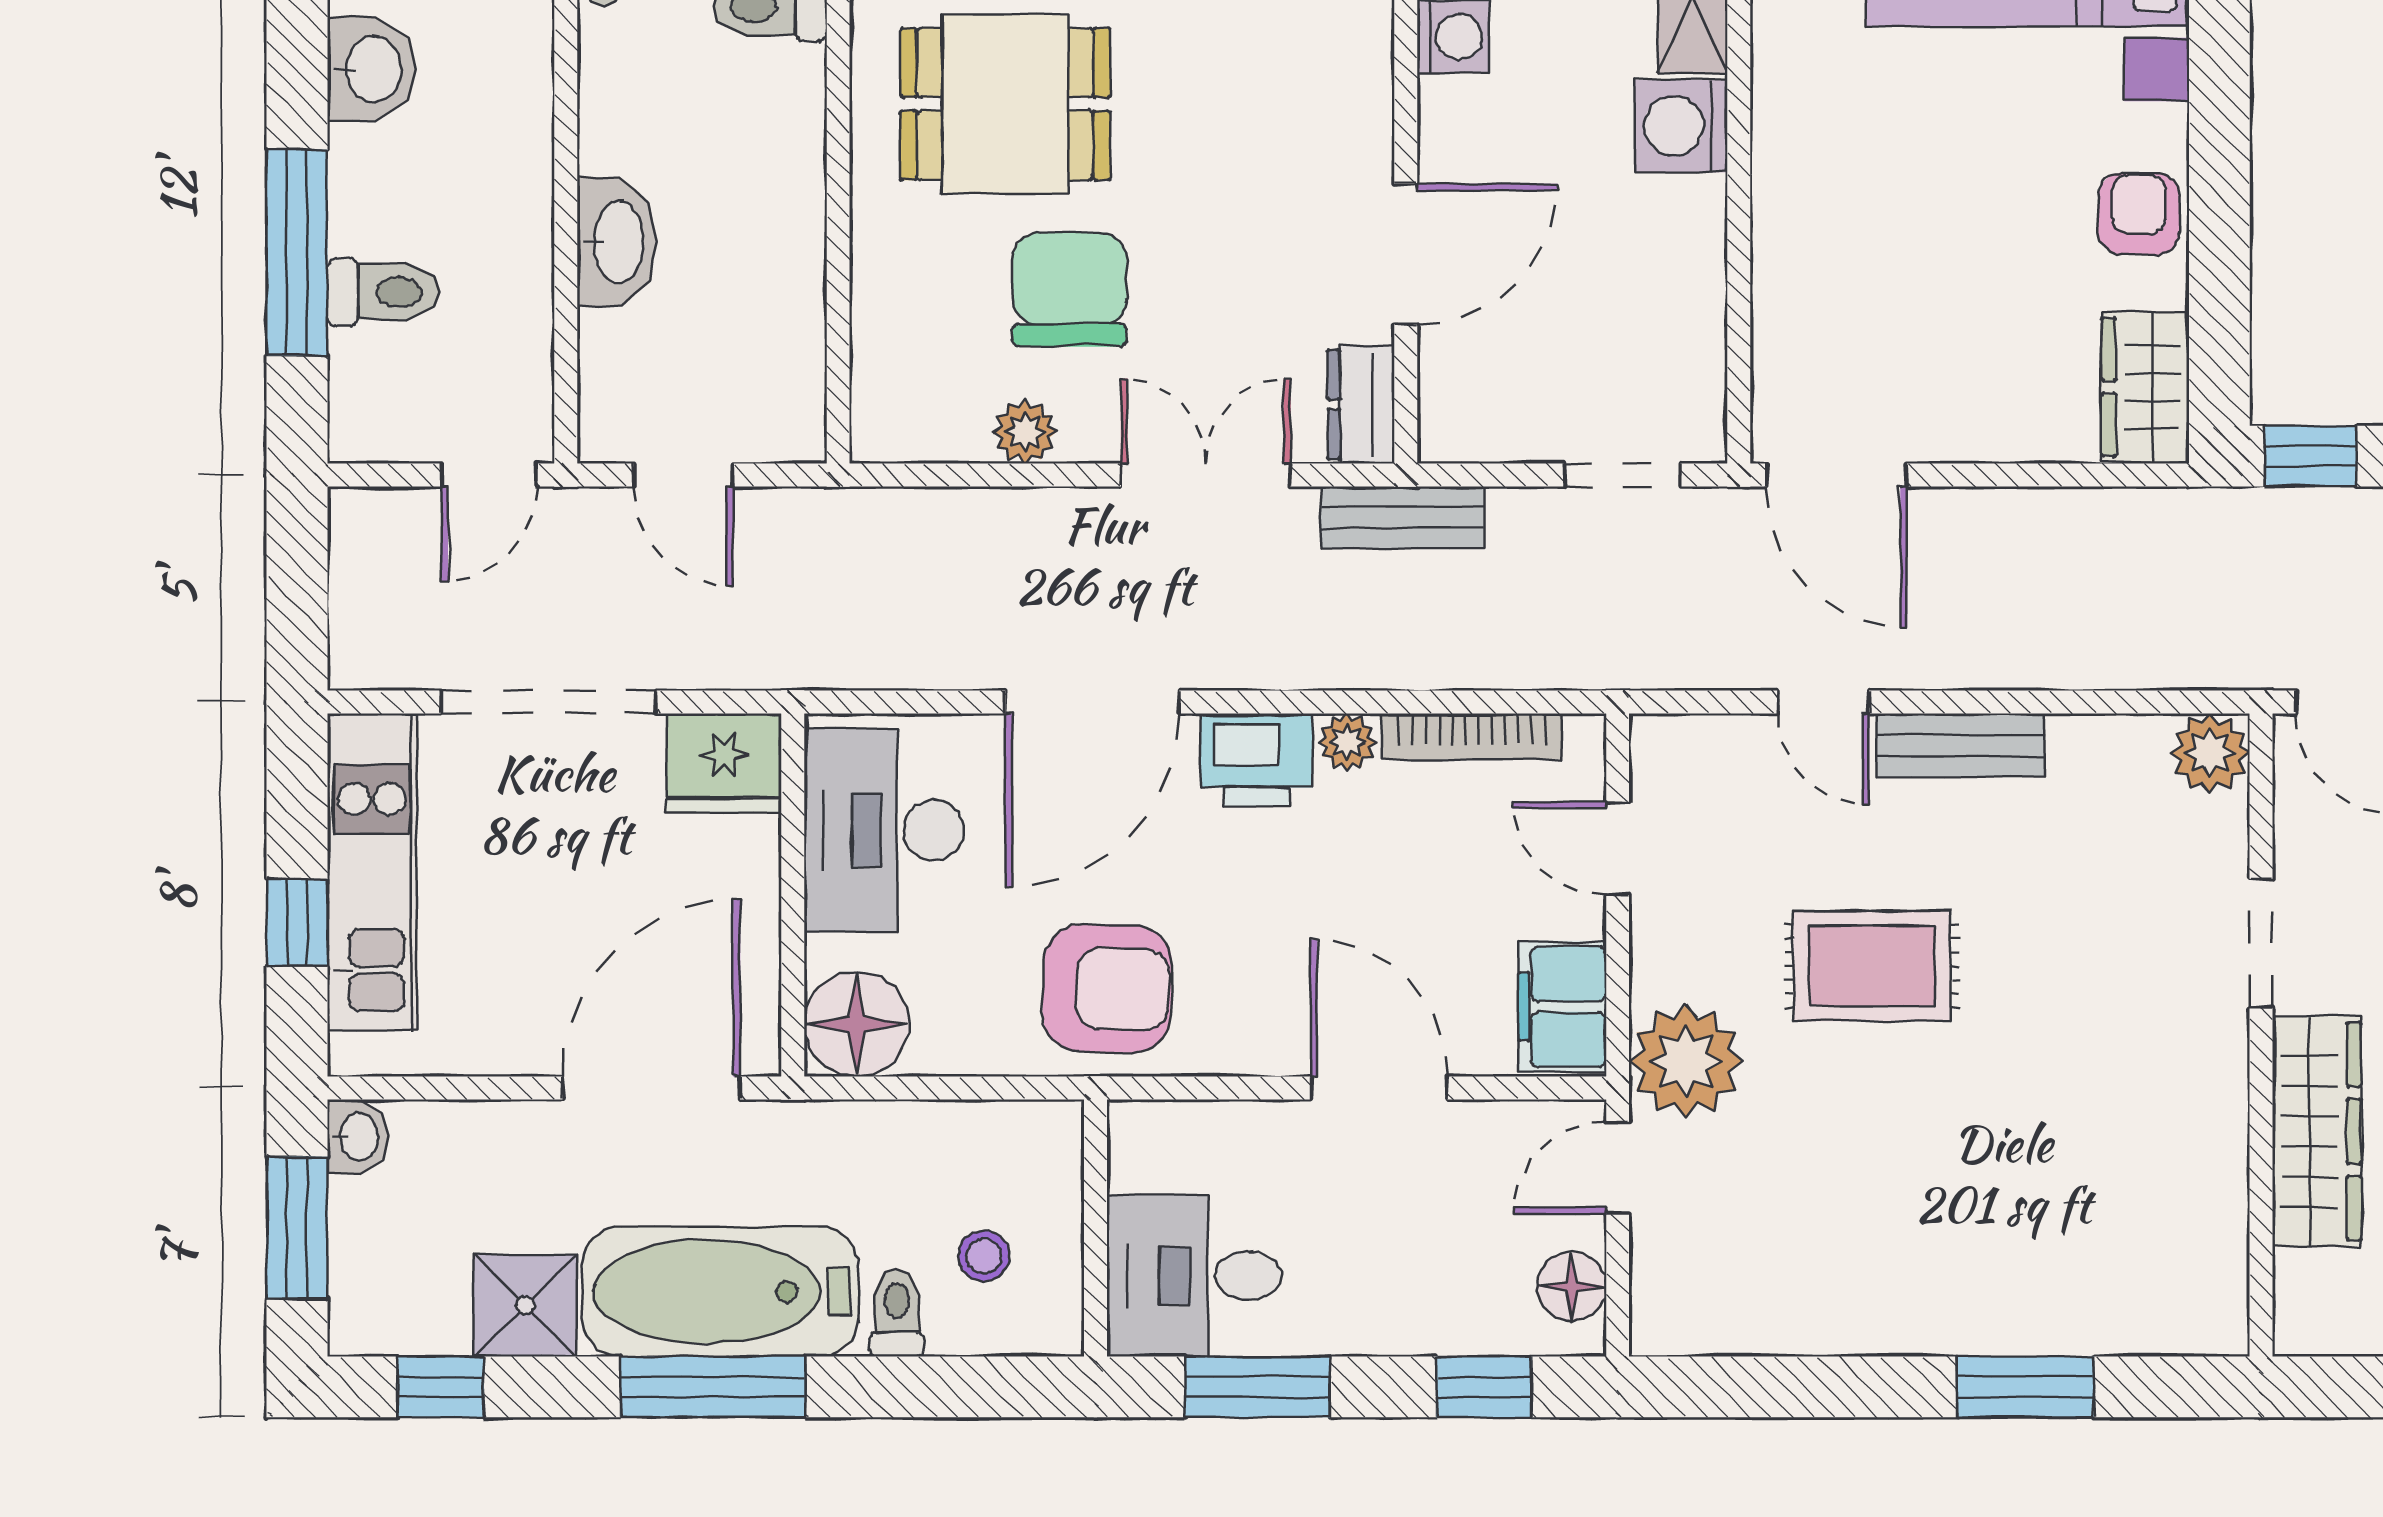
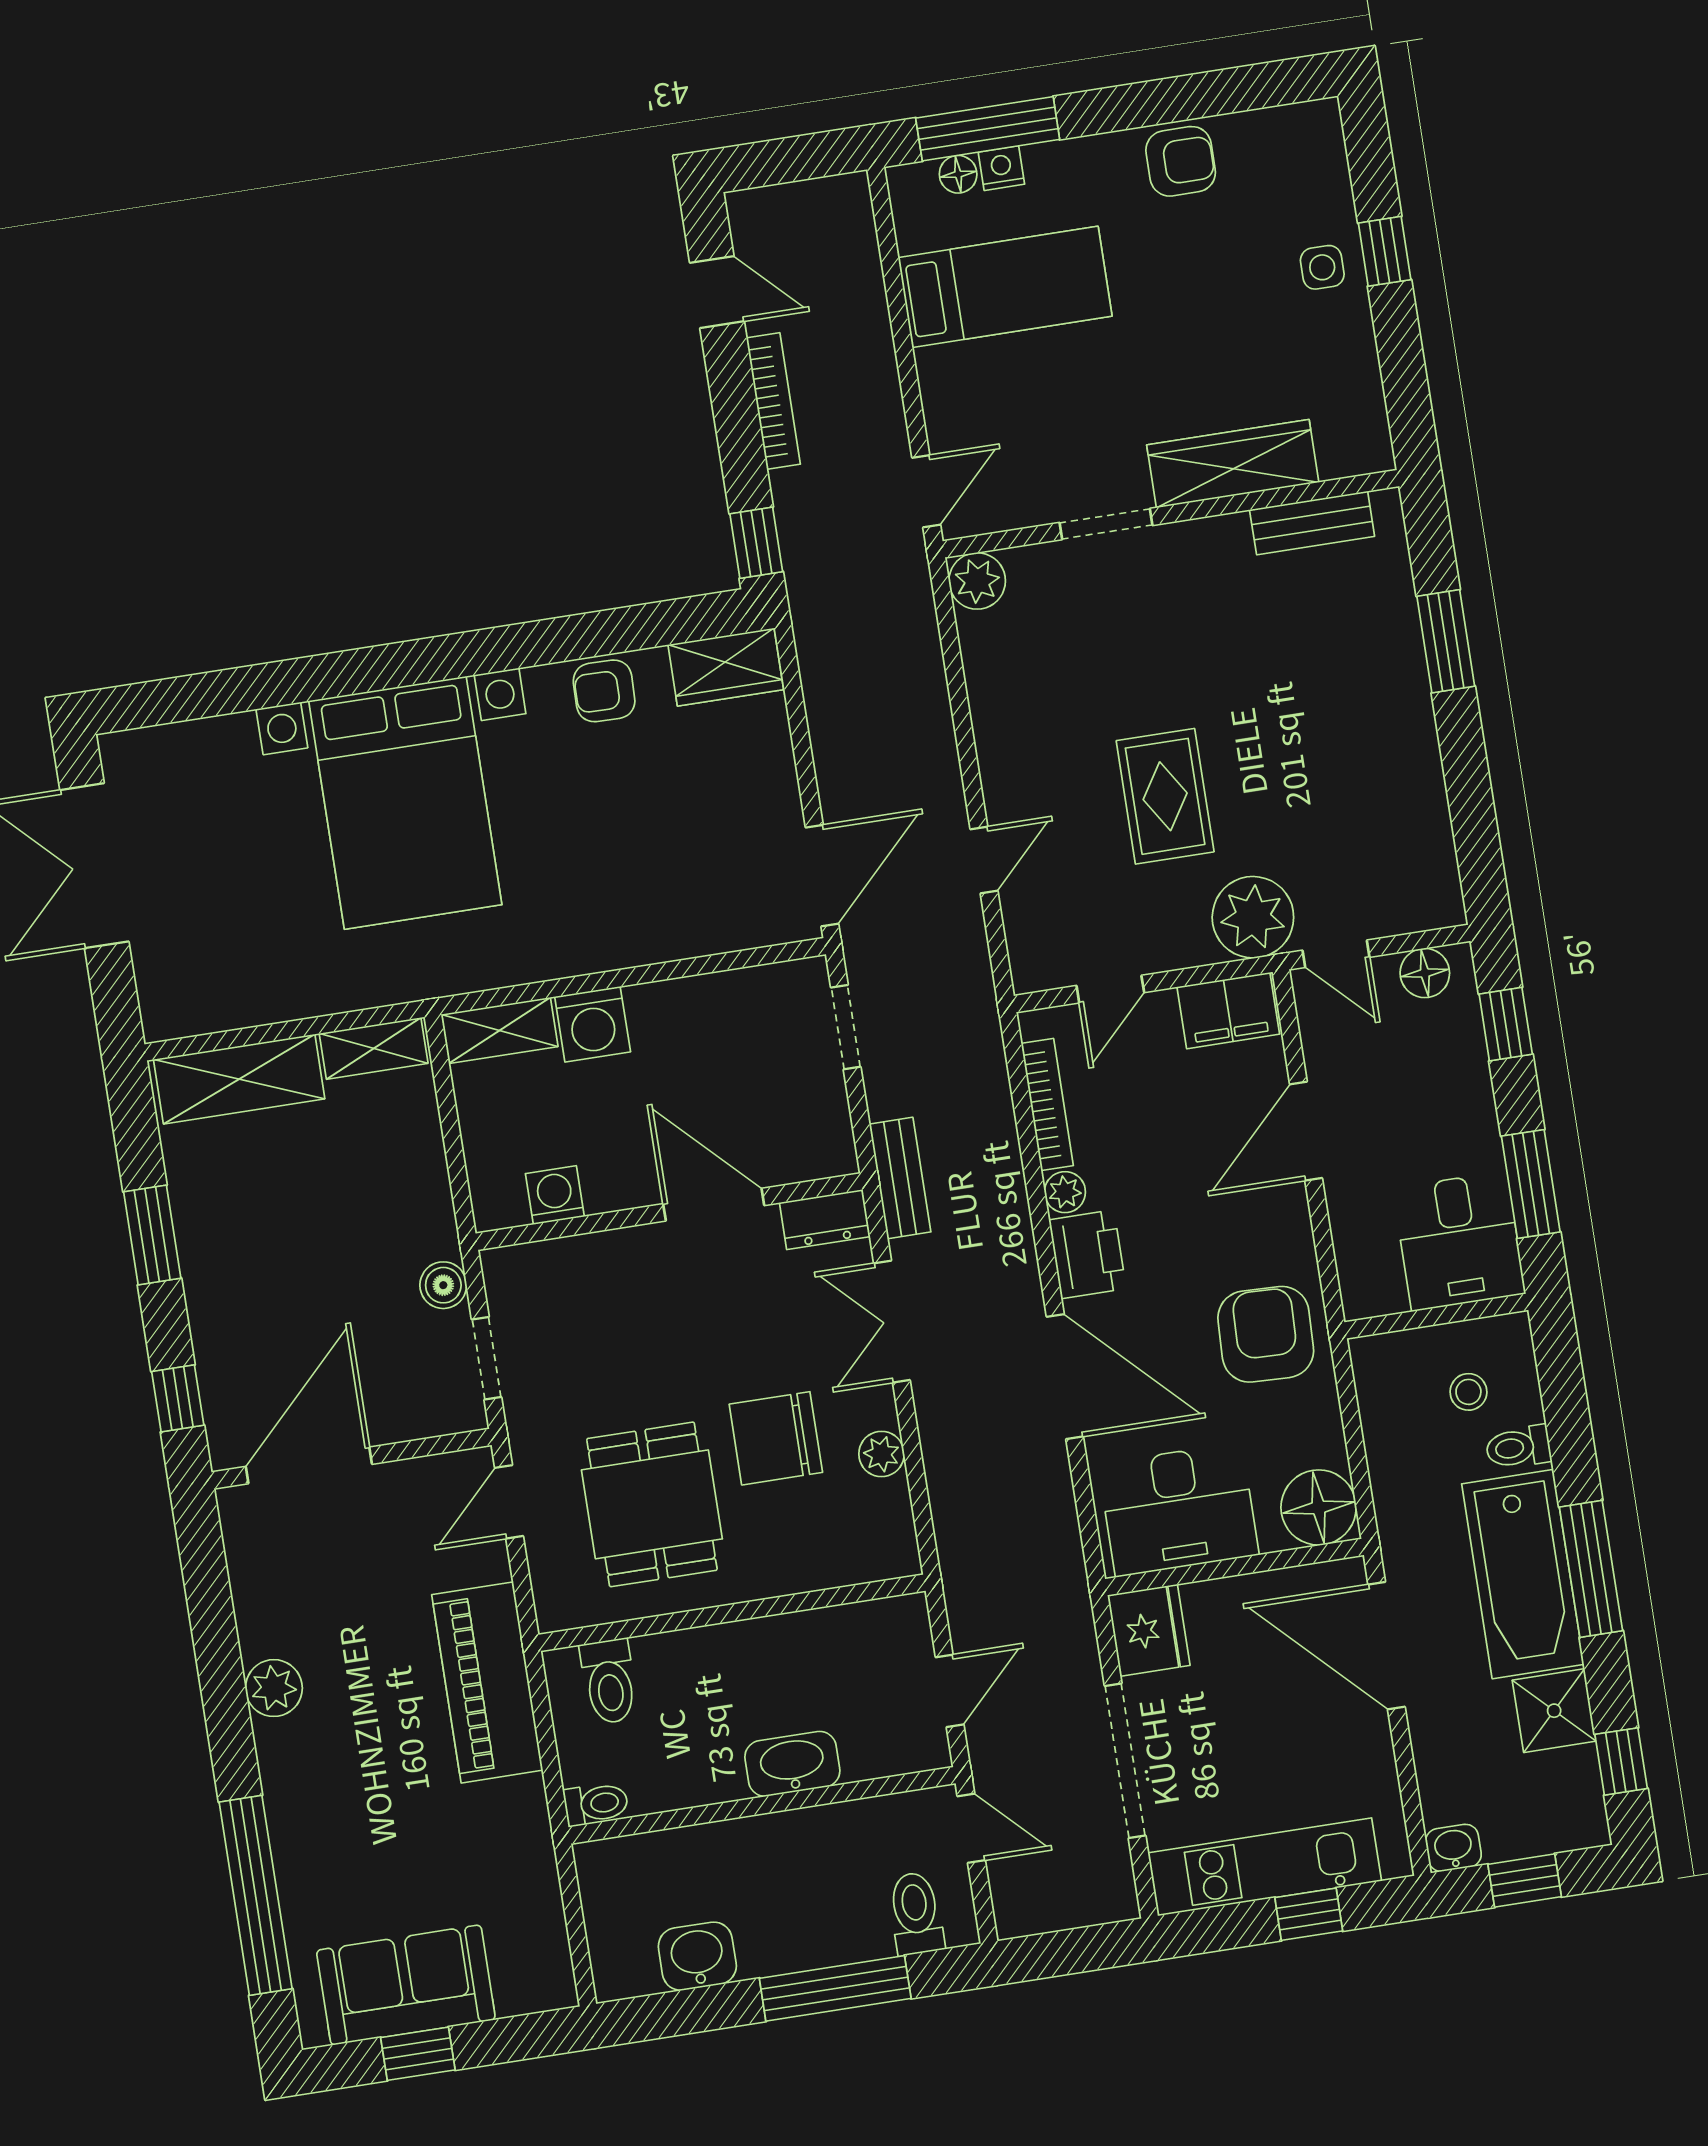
toilet: (383, 292) -> (916, 1913), moved
bench: (1961, 745) -> (1312, 523), moved, turned 90
window: (297, 1228) -> (1525, 1880), width x0.67

